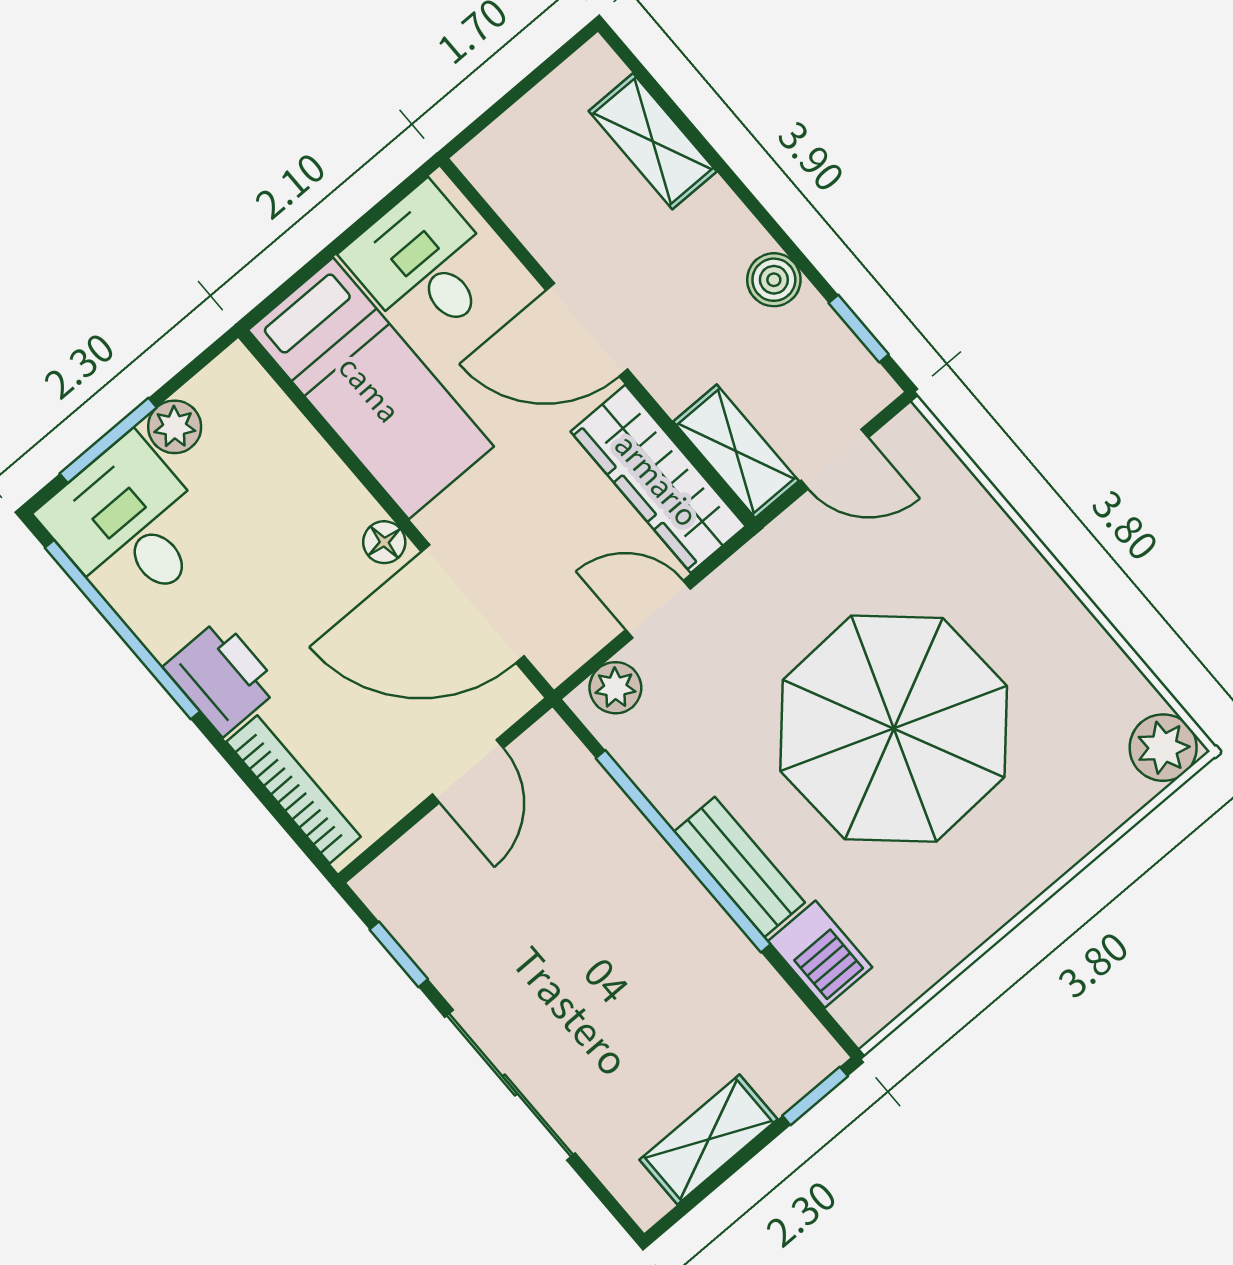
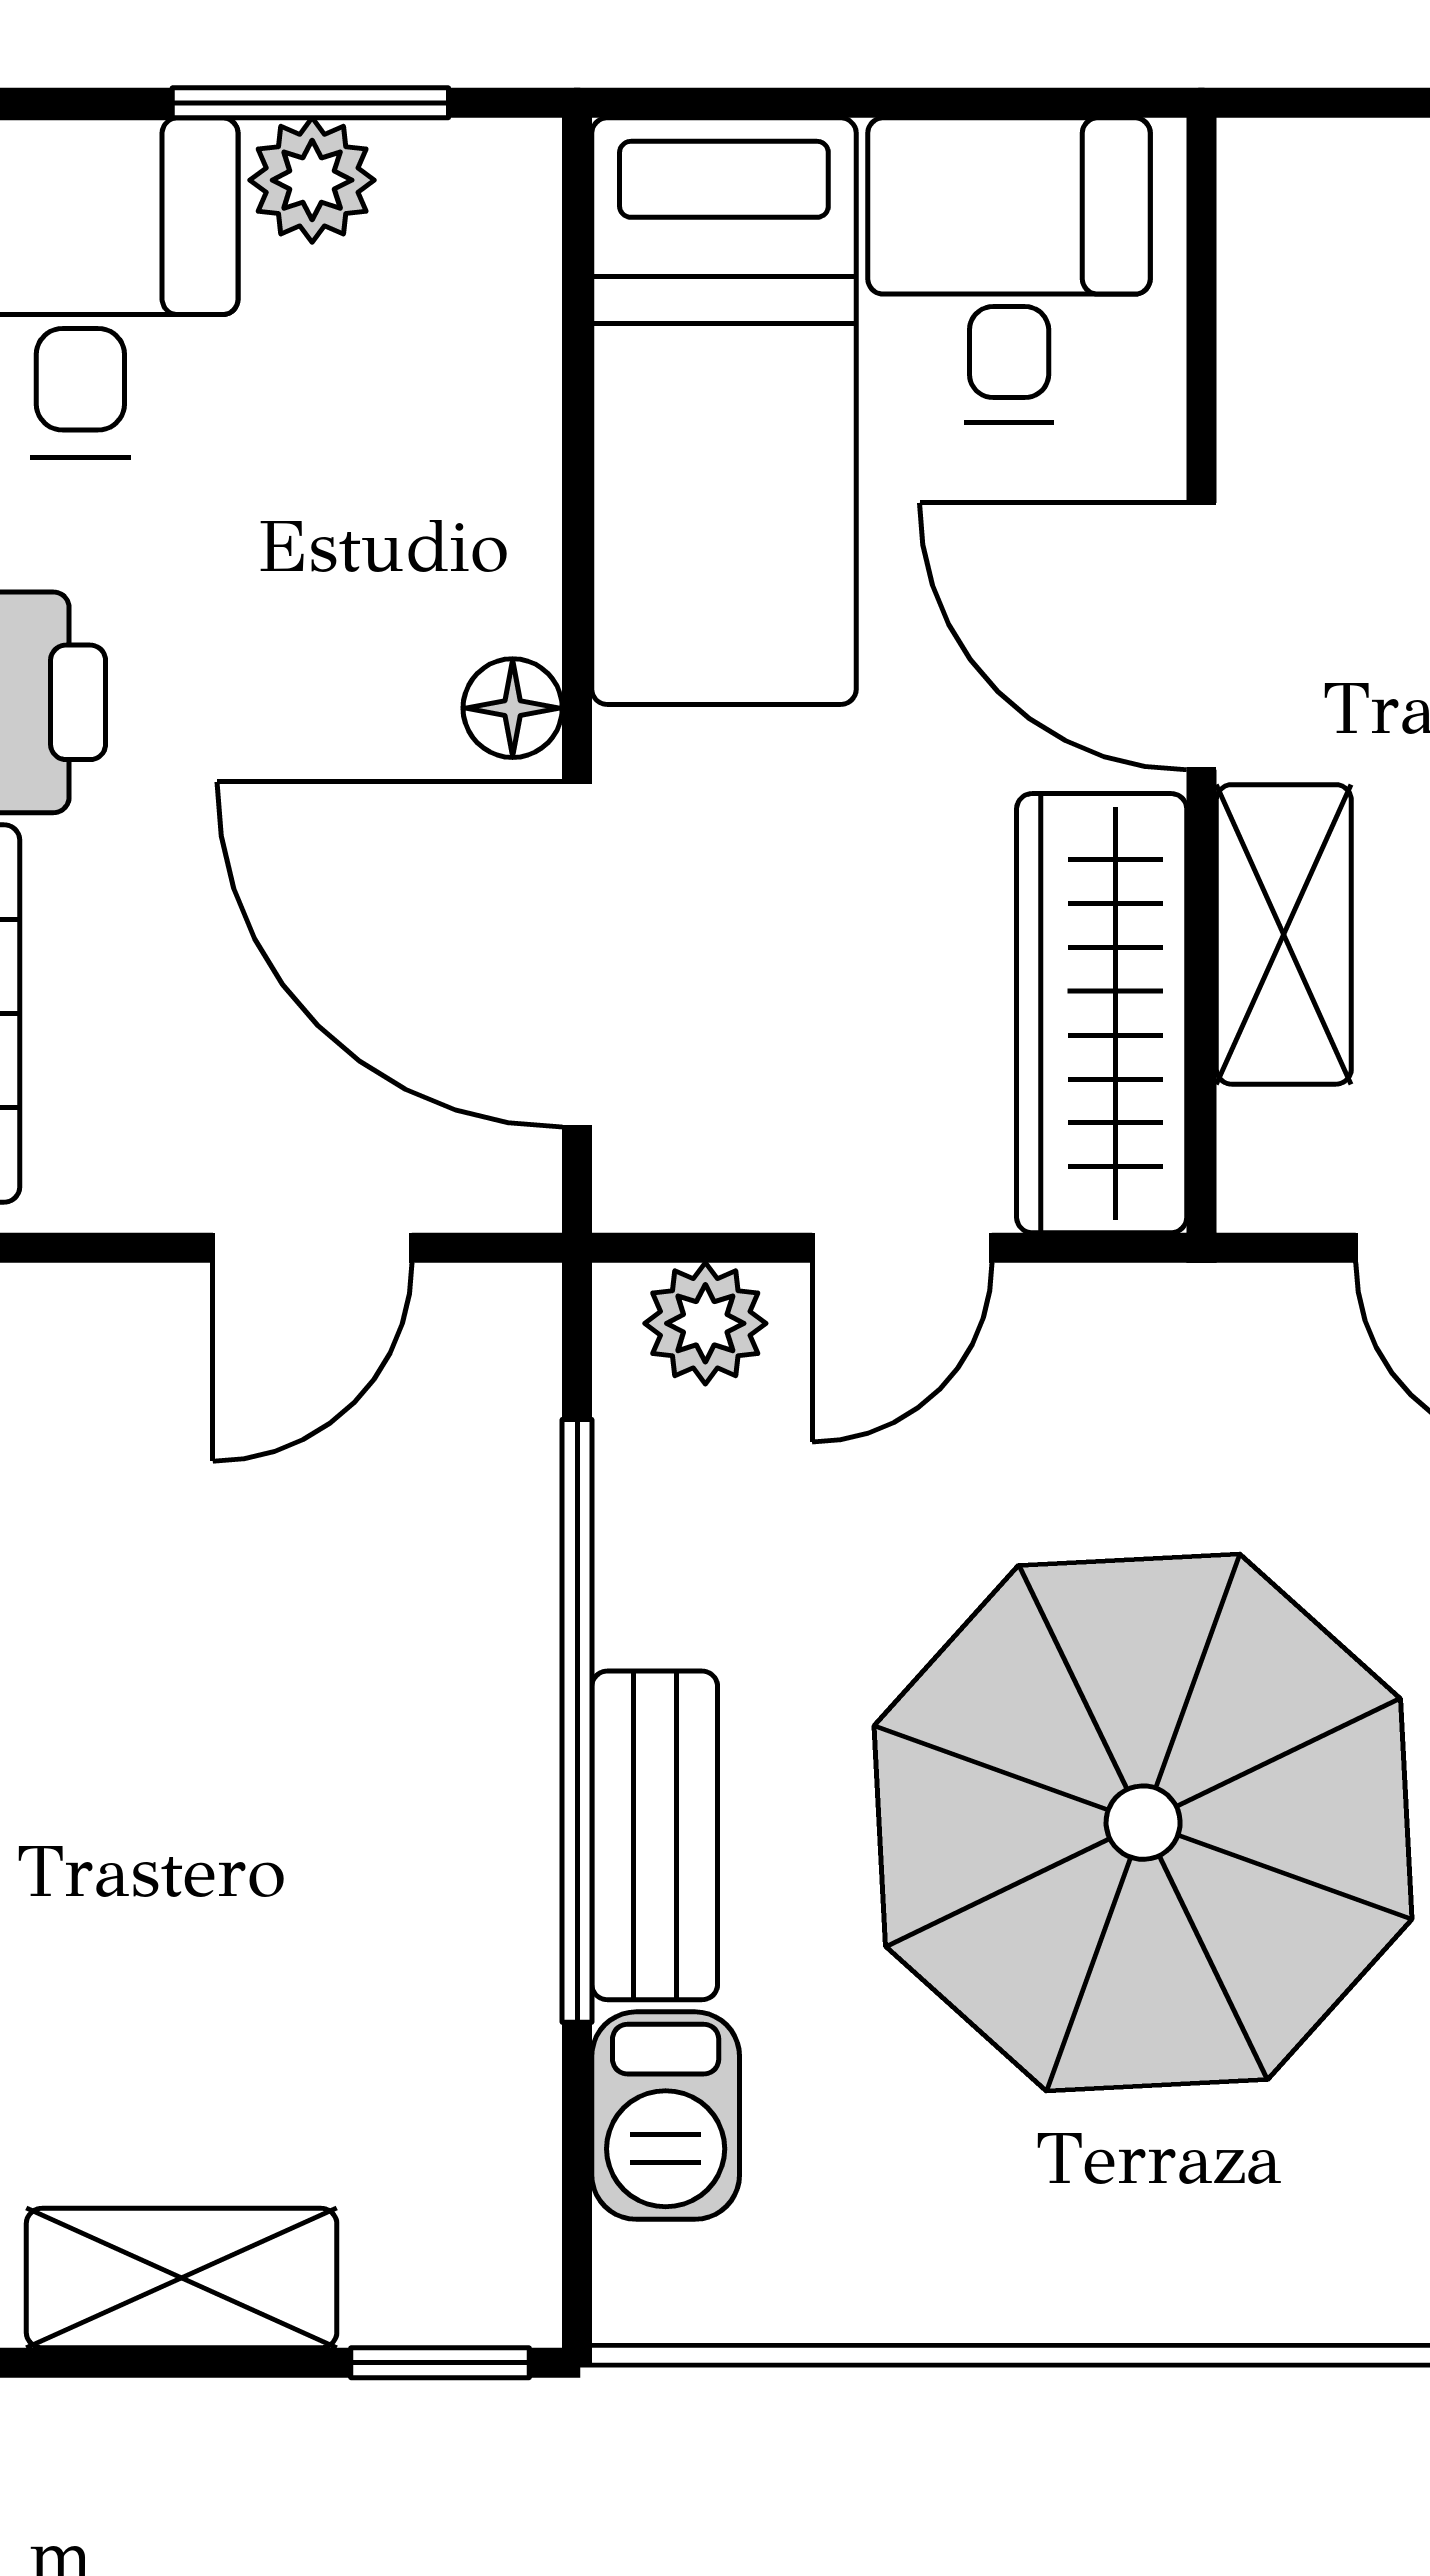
window: (108, 440) -> (310, 103), moved
shelving: (736, 451) -> (1284, 934), moved
door: (658, 609) -> (902, 1248), swing flipped

